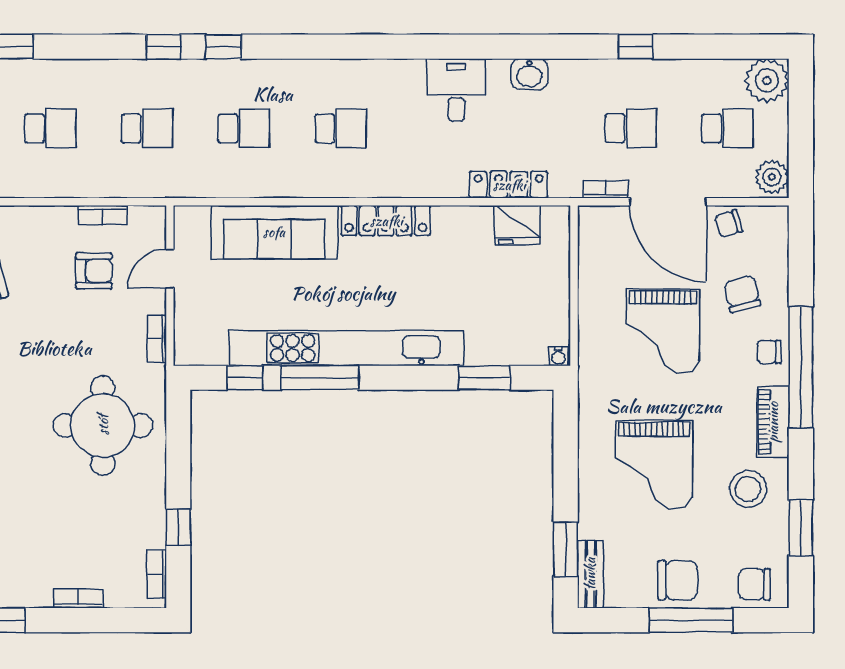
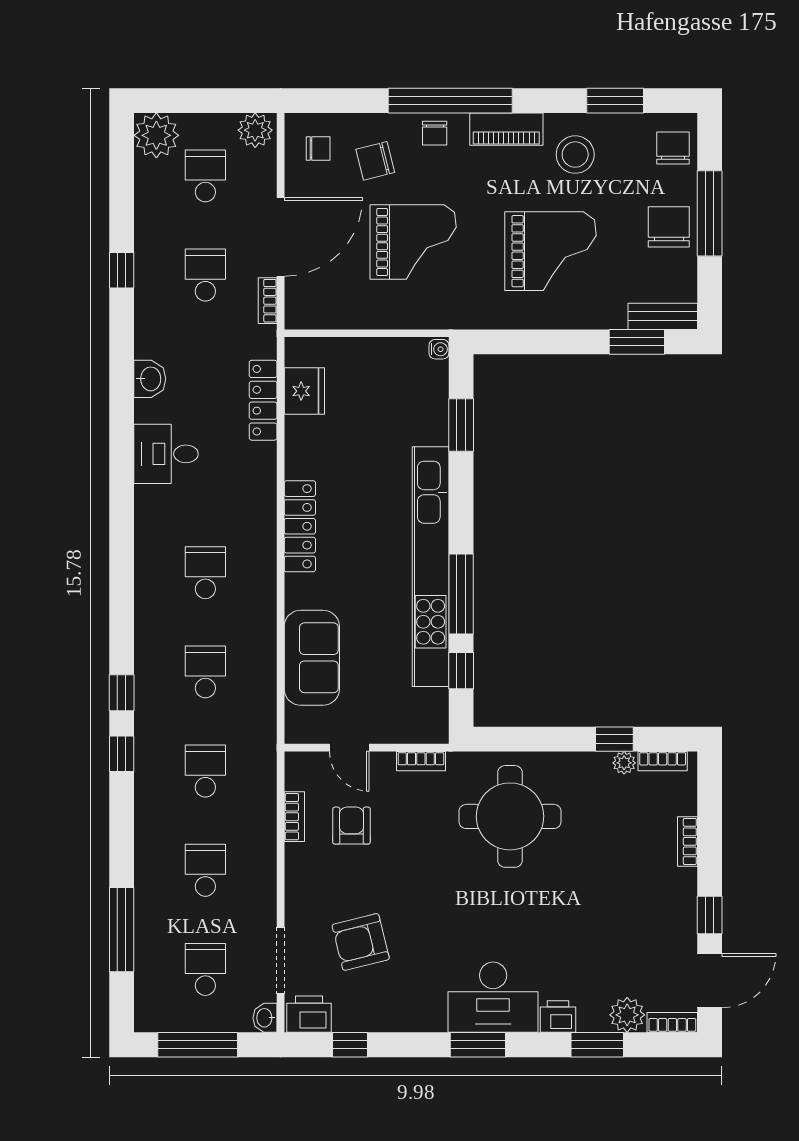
chair: (729, 224) -> (318, 149), moved, turned -72
sofa: (274, 232) -> (312, 658), width x0.73
plant: (155, 537) -> (624, 763), added
chair: (755, 584) -> (673, 148), turned 180

